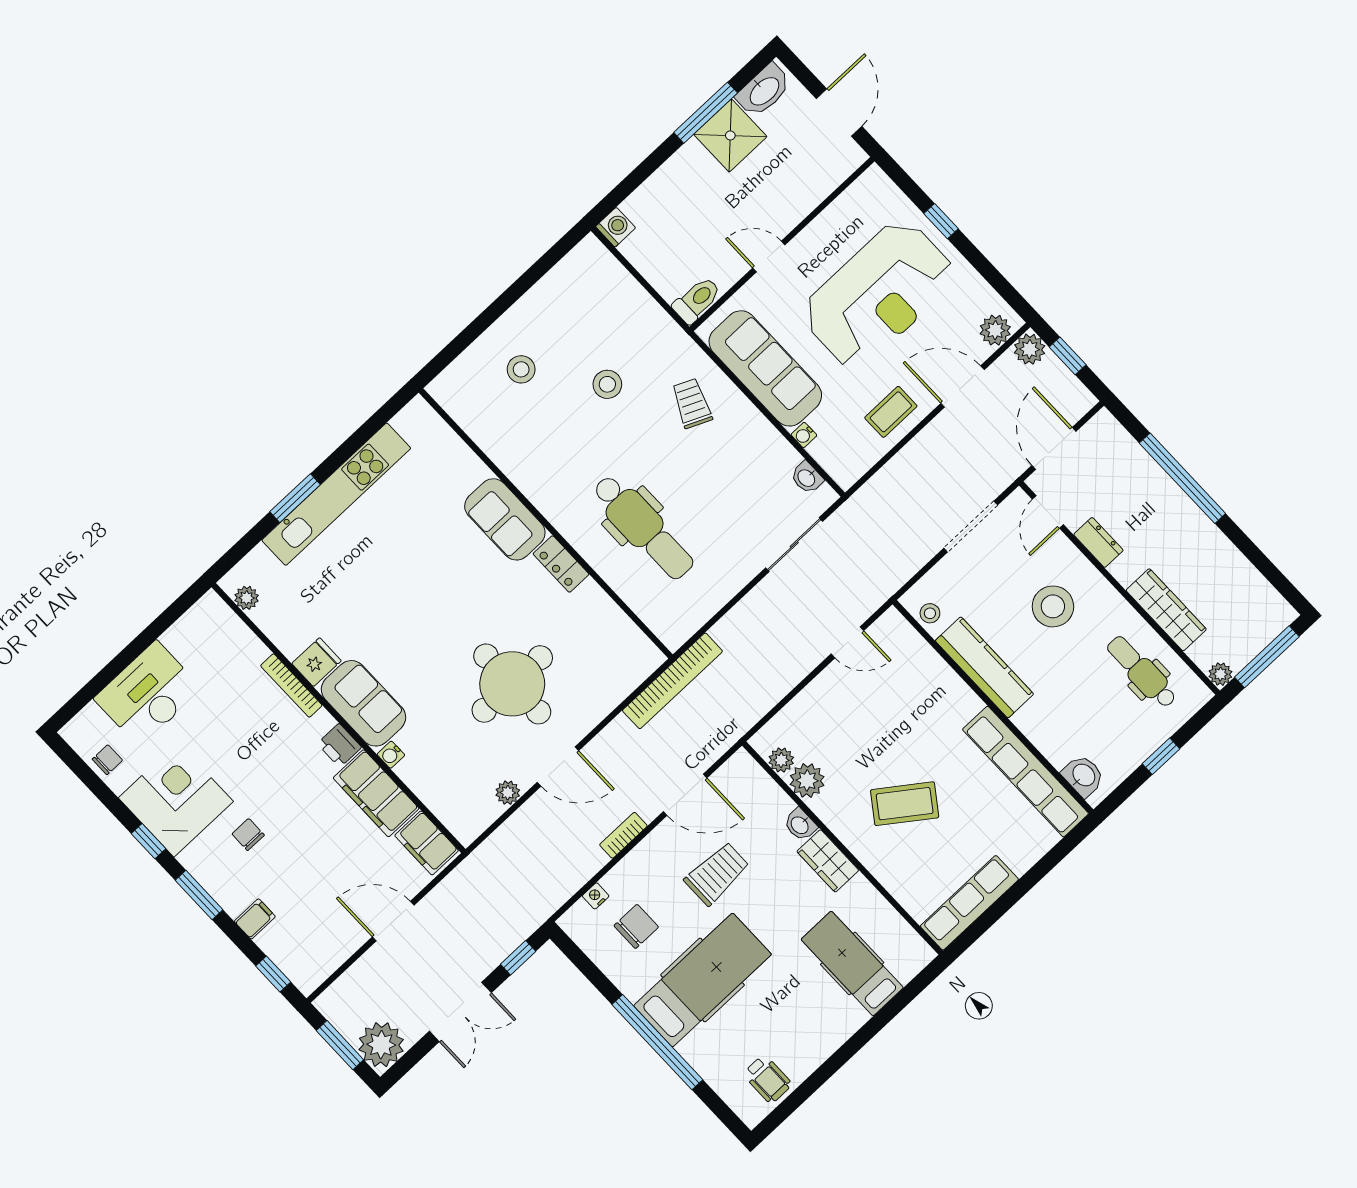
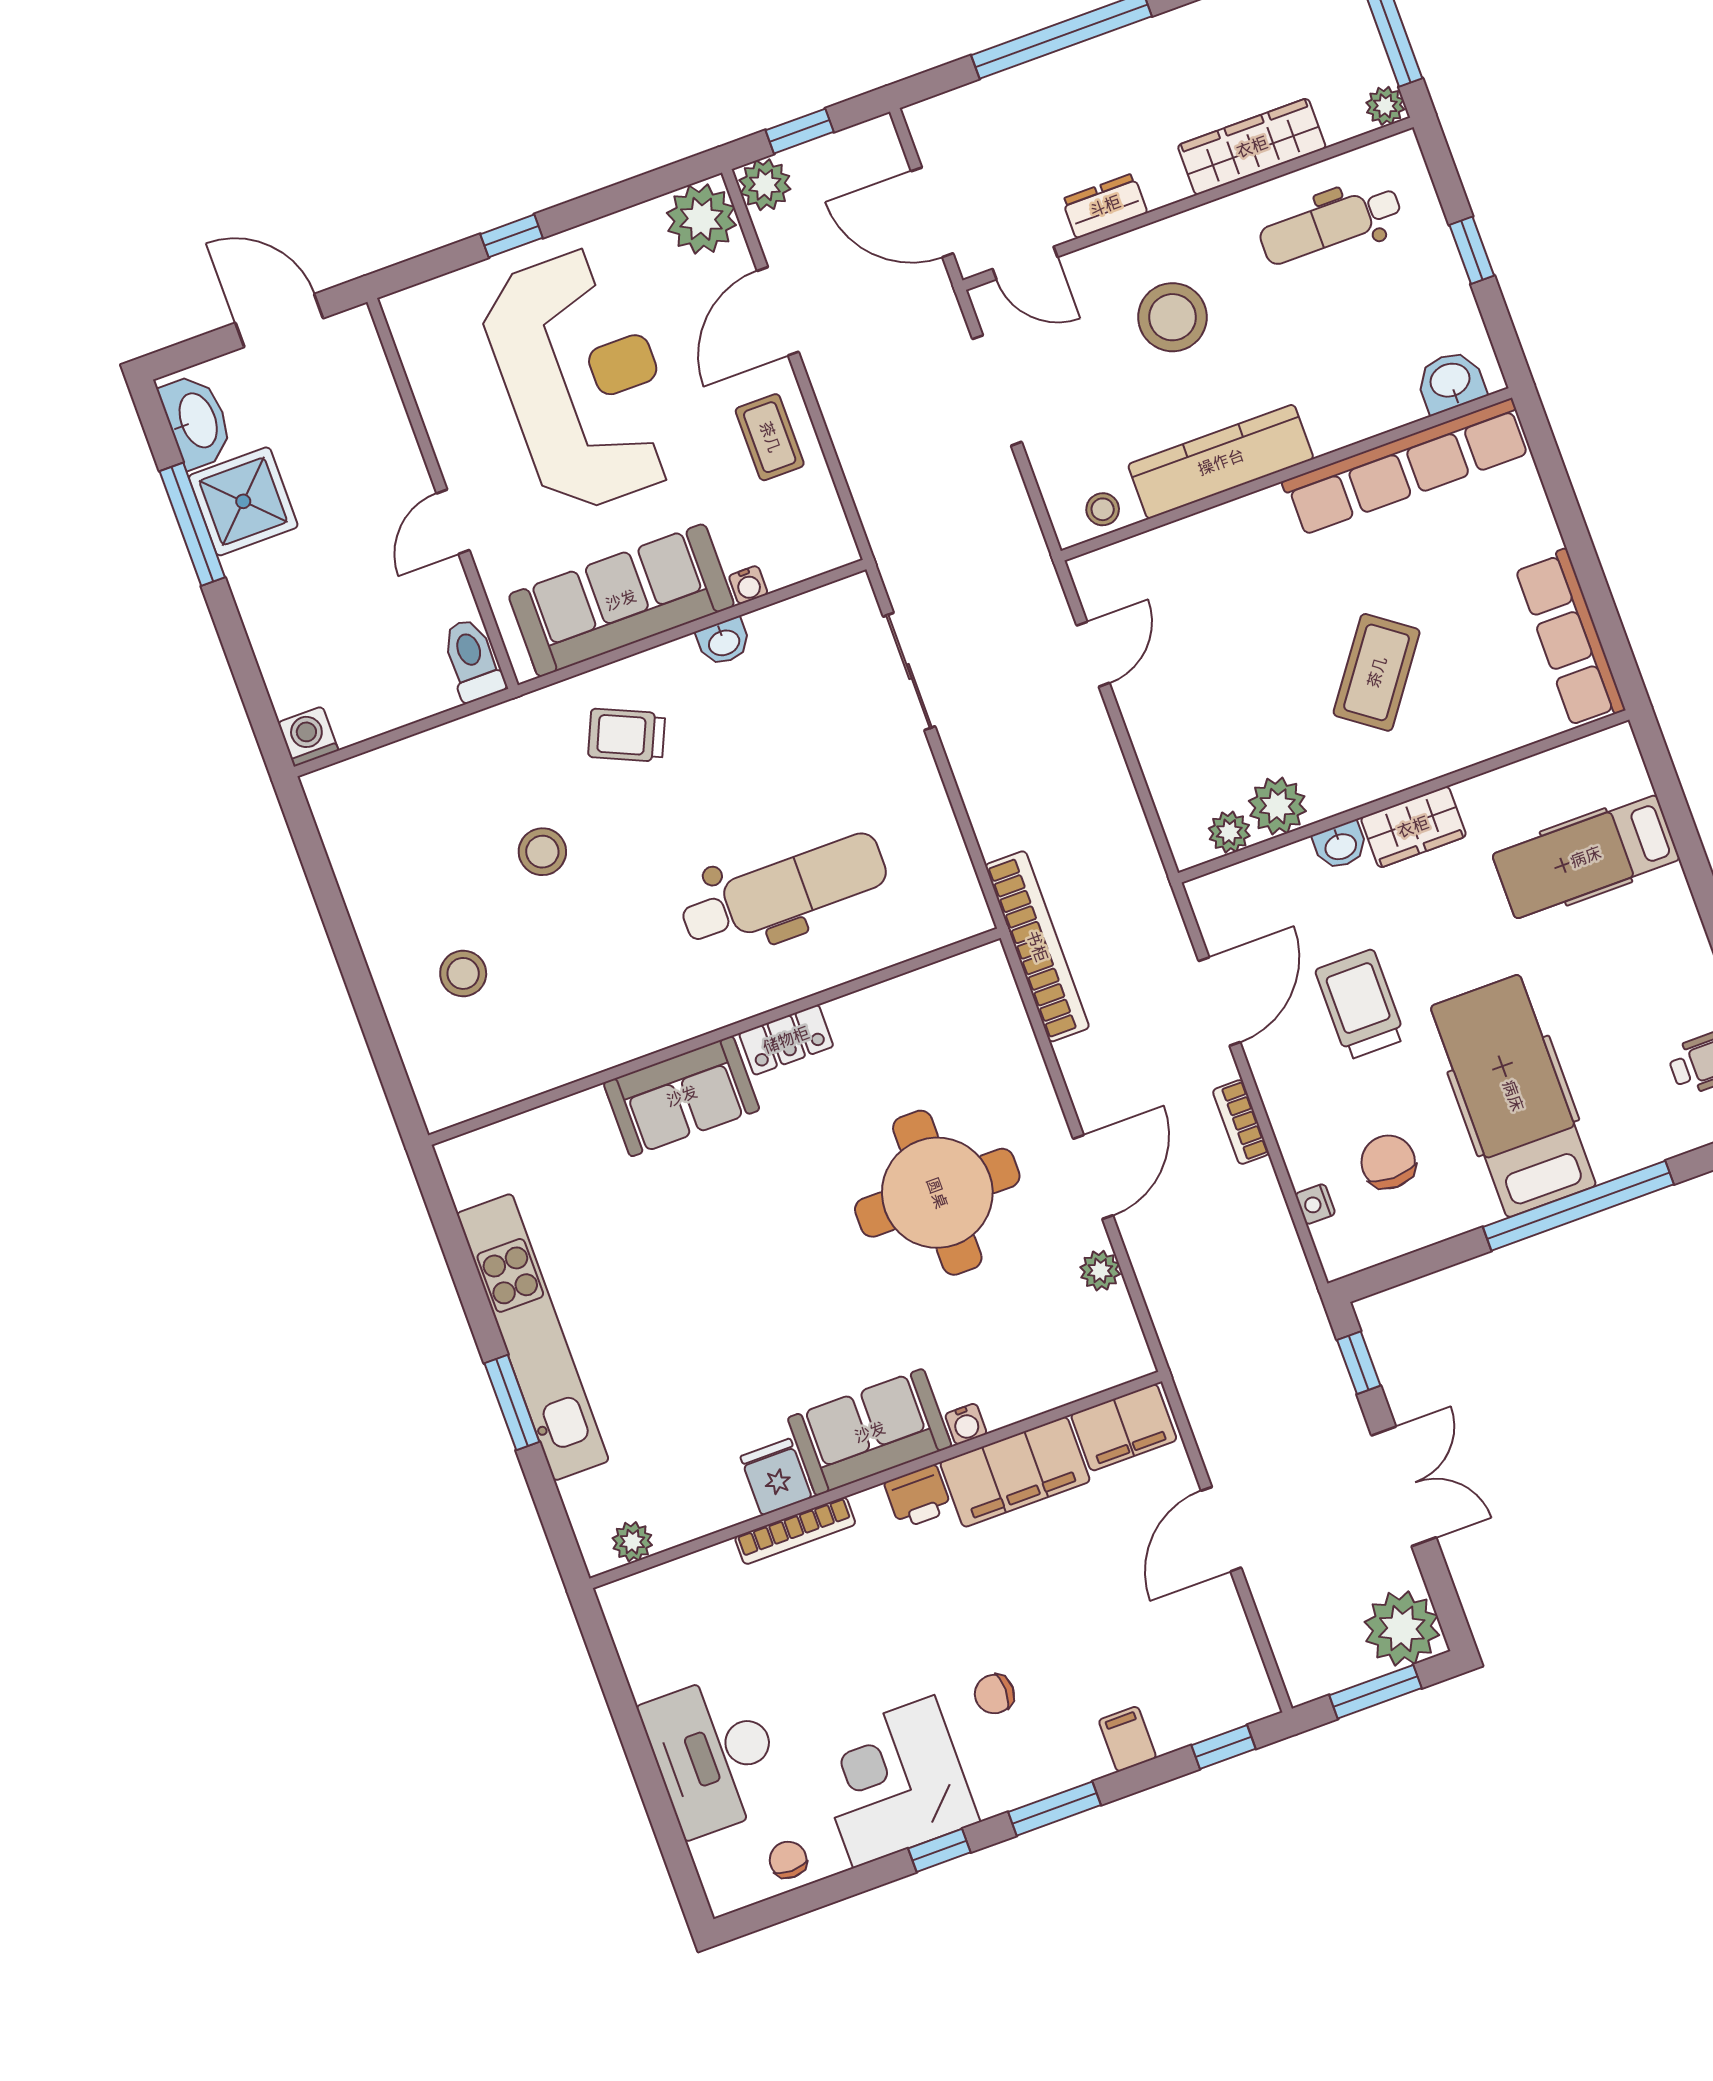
plant: (995, 330) -> (701, 219), width x1.36, depth x1.36
washbasin: (807, 478) -> (724, 642), moved

